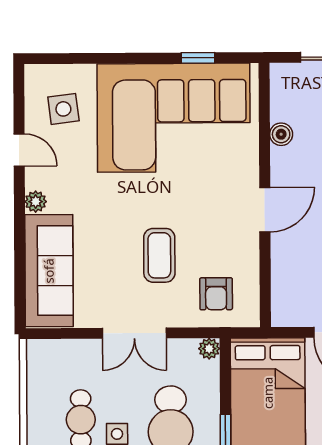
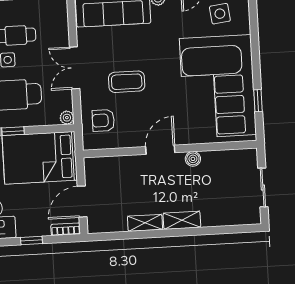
boiler: (281, 134) -> (193, 159), moved
door: (265, 210) -> (160, 150), swing flipped

